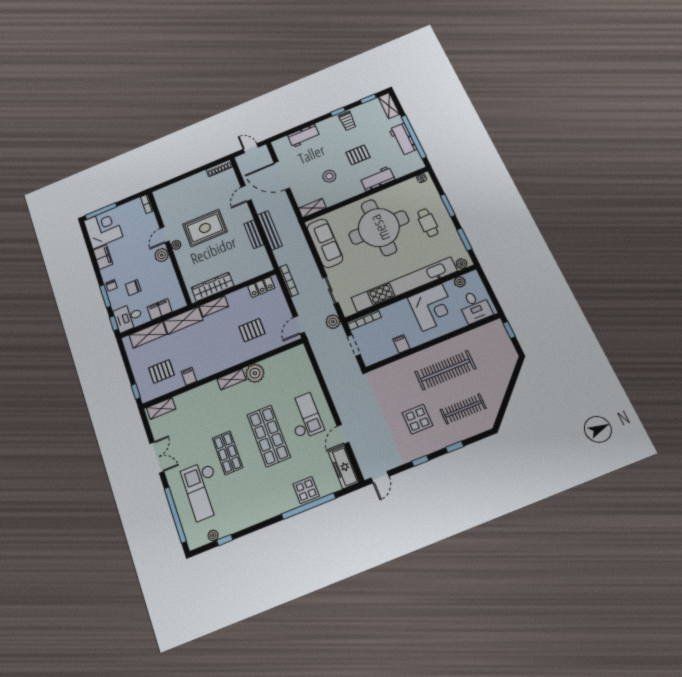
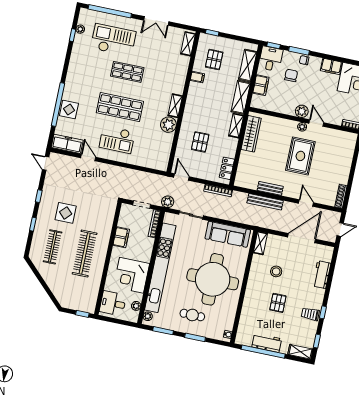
workbench: (377, 179) -> (250, 304), removed
filing cabinet: (401, 344) -> (121, 237), width x2.00

